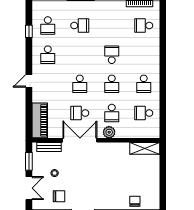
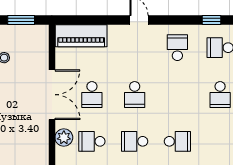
school desk: (48, 55) -> (177, 48), turned 90
school desk: (80, 84) -> (135, 94), turned -90
school desk: (80, 113) -> (92, 94), turned 180
bench: (49, 147) -> (42, 49), removed

